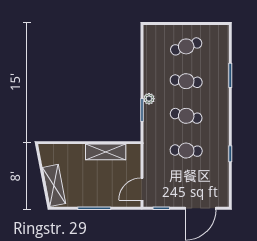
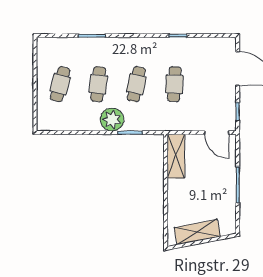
cafe table: (186, 46) -> (60, 84), turned 33
plant: (149, 99) -> (112, 120), width x1.88, depth x1.88
shelving: (106, 152) -> (176, 156), moved
shelving: (54, 185) -> (197, 232), moved

